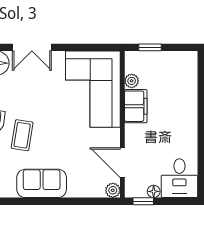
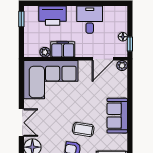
window: (150, 47) -> (21, 19), moved
printer: (184, 92) -> (53, 16), added
desk: (179, 178) -> (90, 20), moved, turned -90

